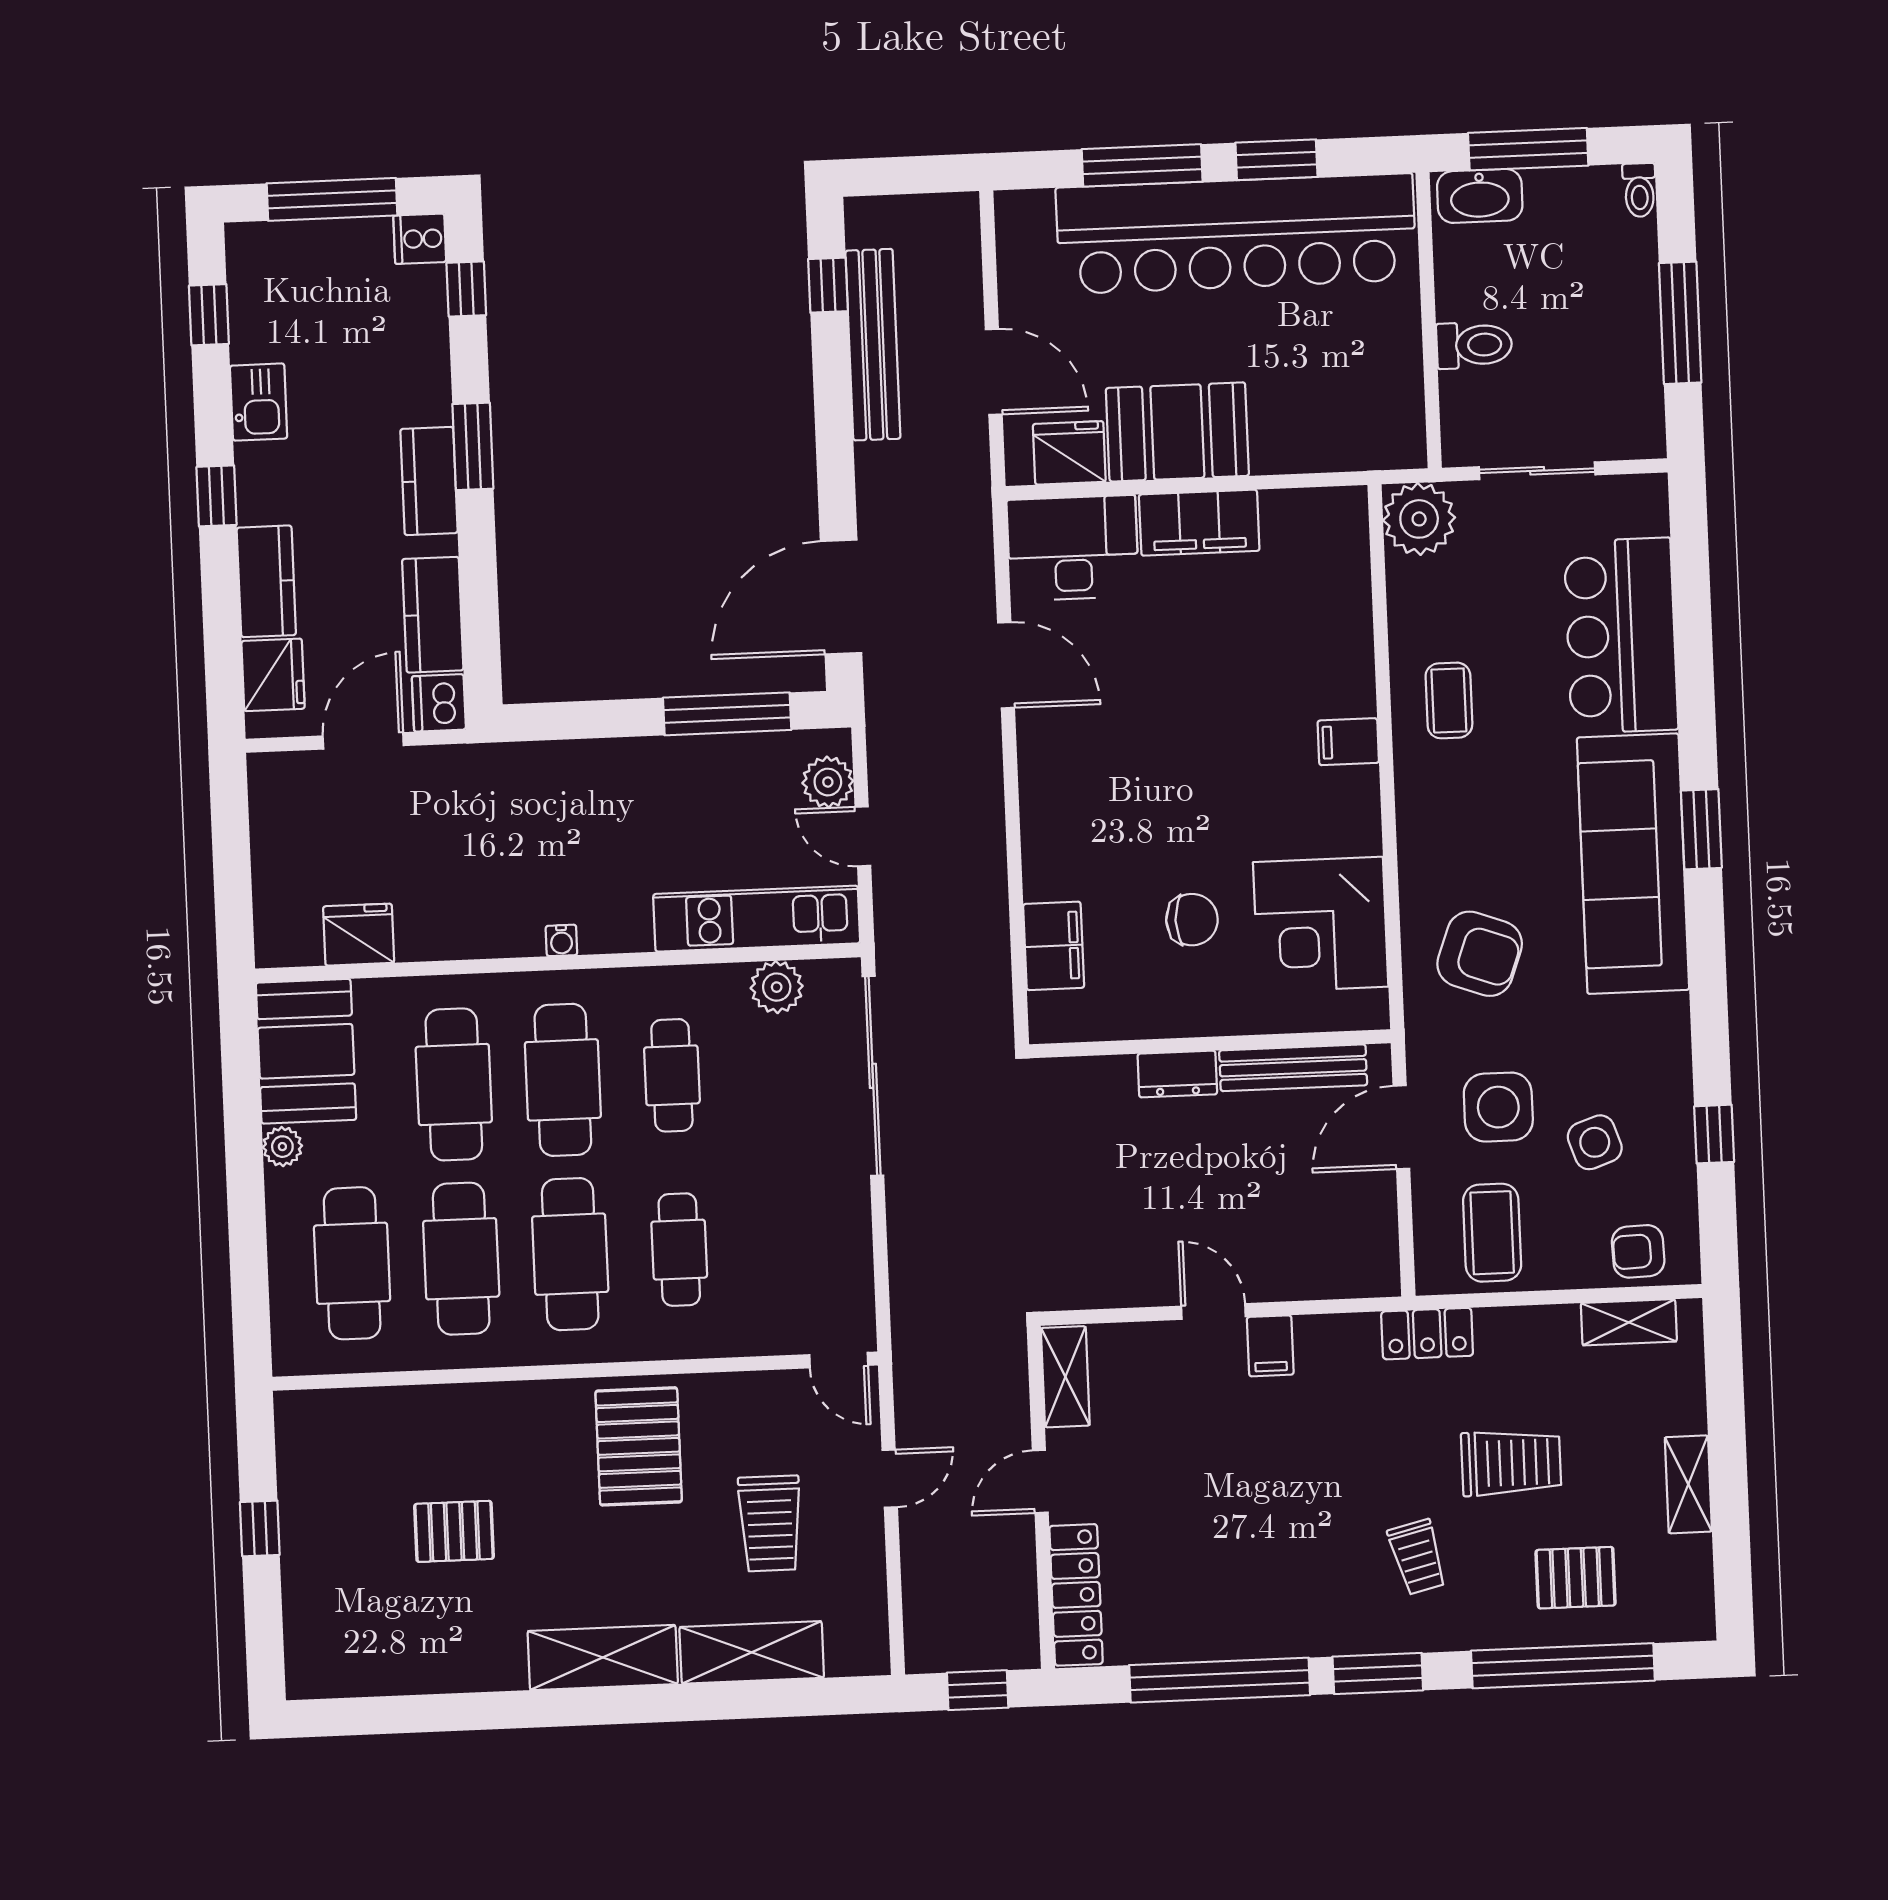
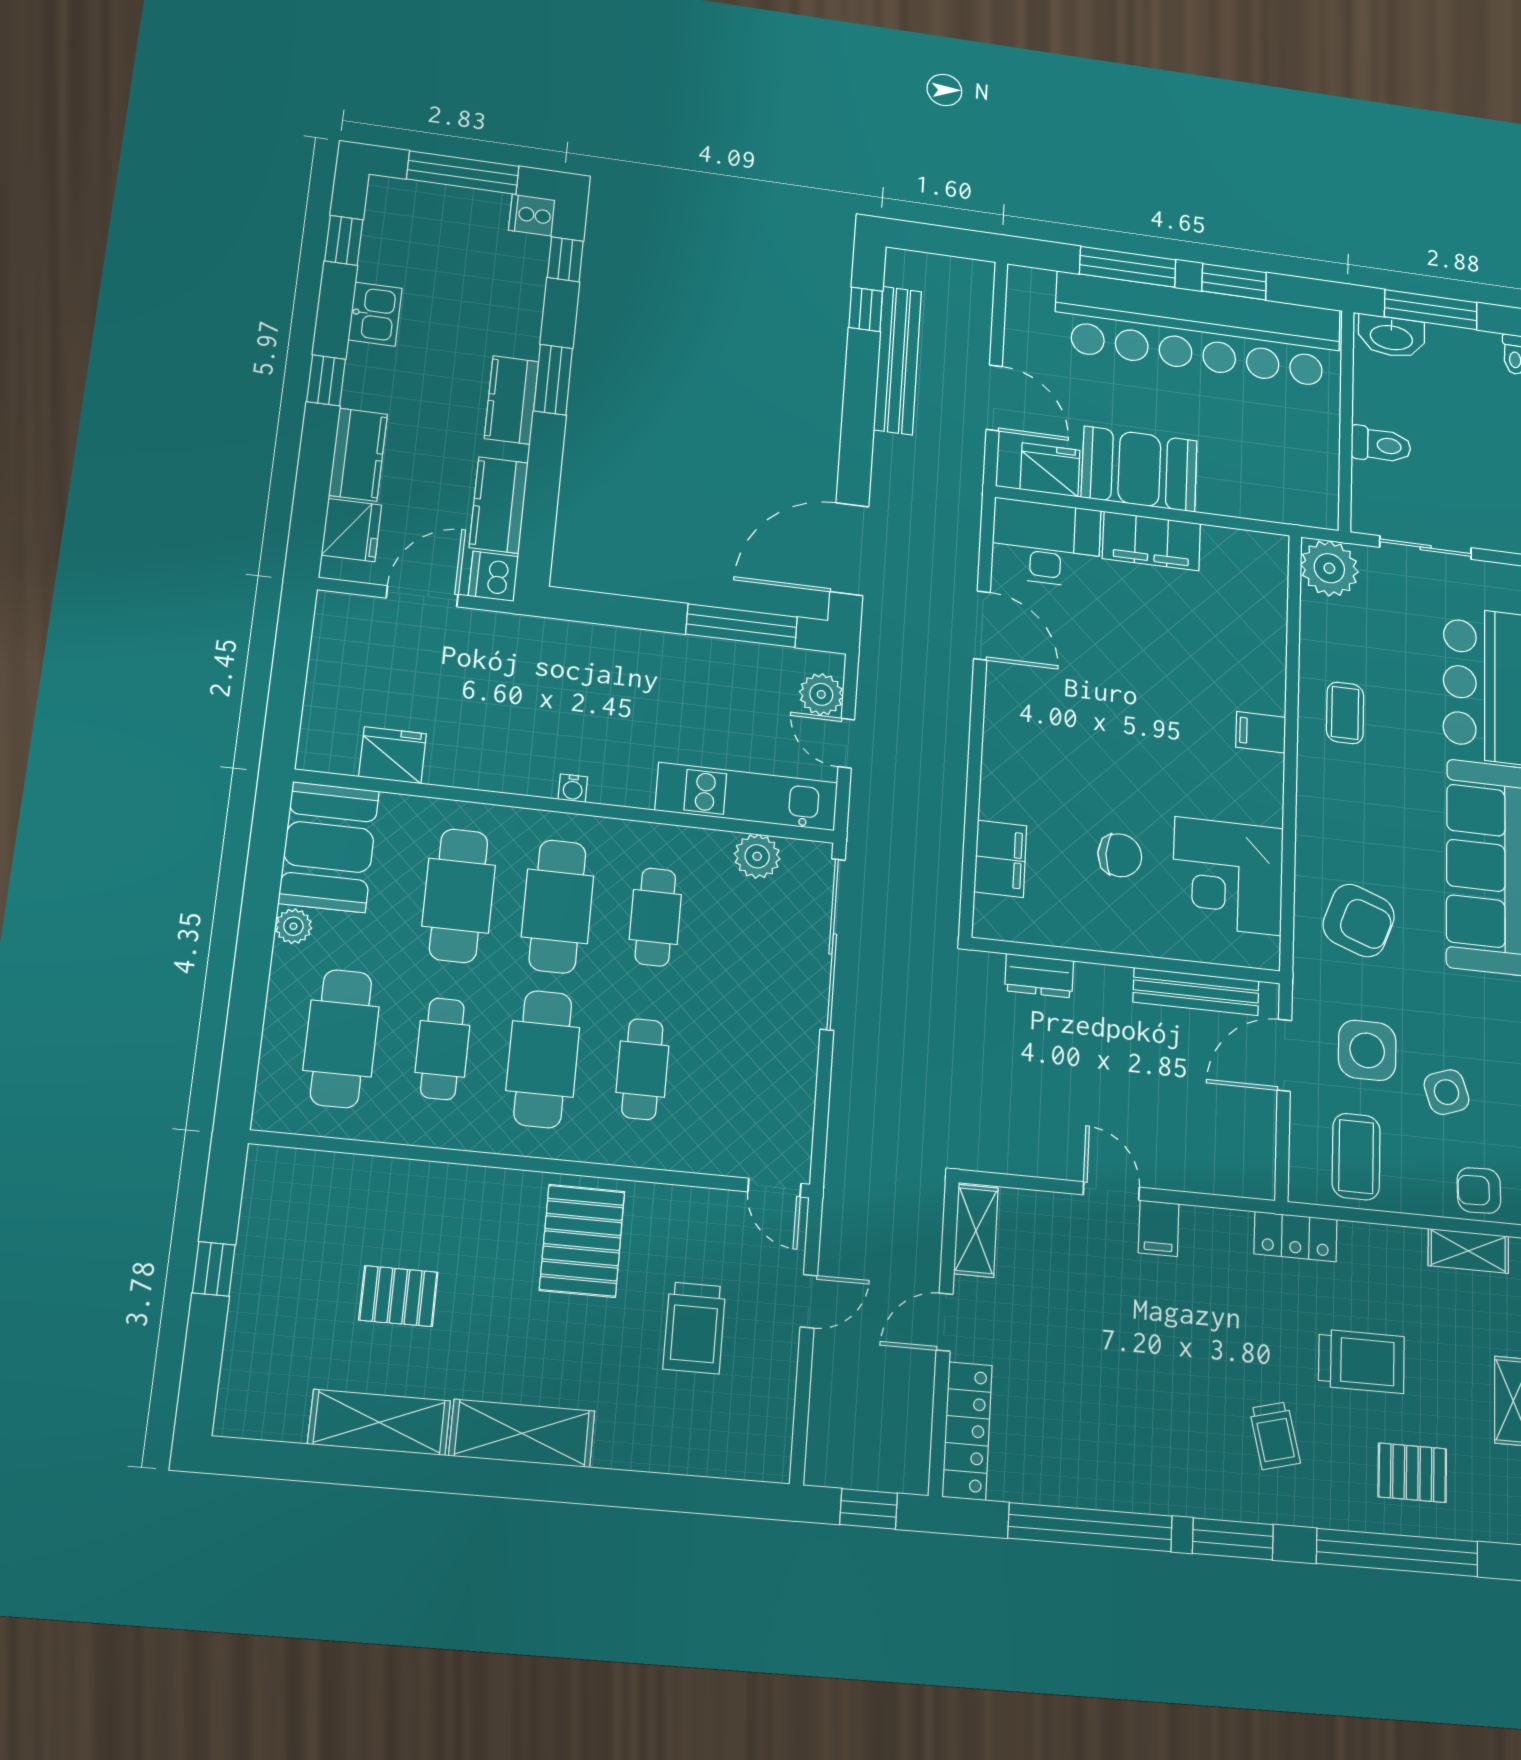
dresser: (1177, 1074) -> (1039, 976), moved
cafe table: (461, 1259) -> (442, 1049), width x0.73, depth x0.74
shelving: (752, 1652) -> (379, 1422), moved

